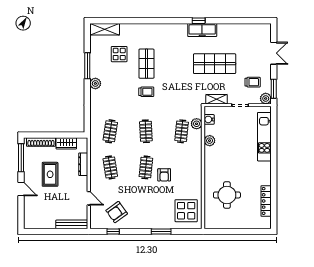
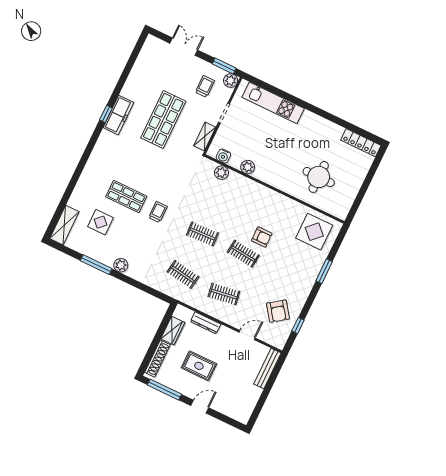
clothes rail: (182, 131) -> (222, 194), removed
locker: (266, 201) -> (361, 143), moved

